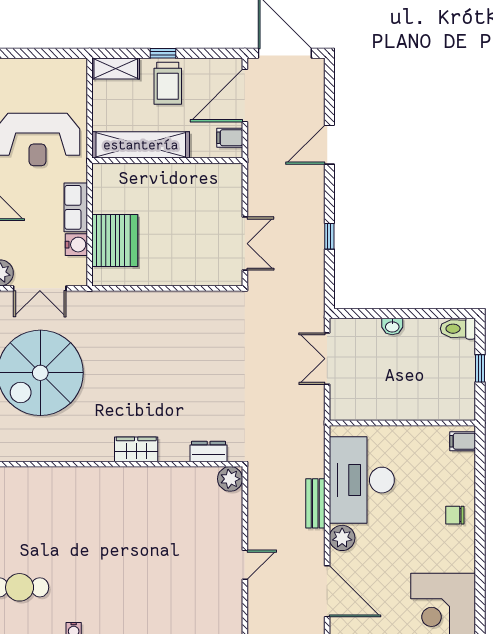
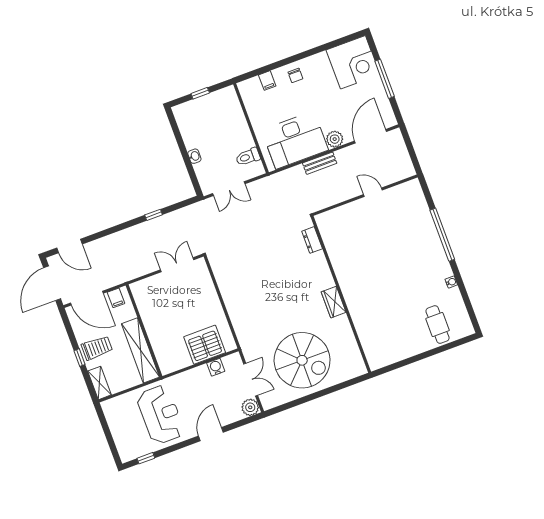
door: (329, 145) -> (69, 246), moved
row of seats: (76, 207) -> (193, 376), removed
toilet: (458, 329) -> (248, 157), moved, turned 90
filing cabinet: (463, 441) -> (267, 80), moved
wardrobe: (136, 449) -> (334, 302), moved
plant: (230, 479) -> (324, 221), removed

